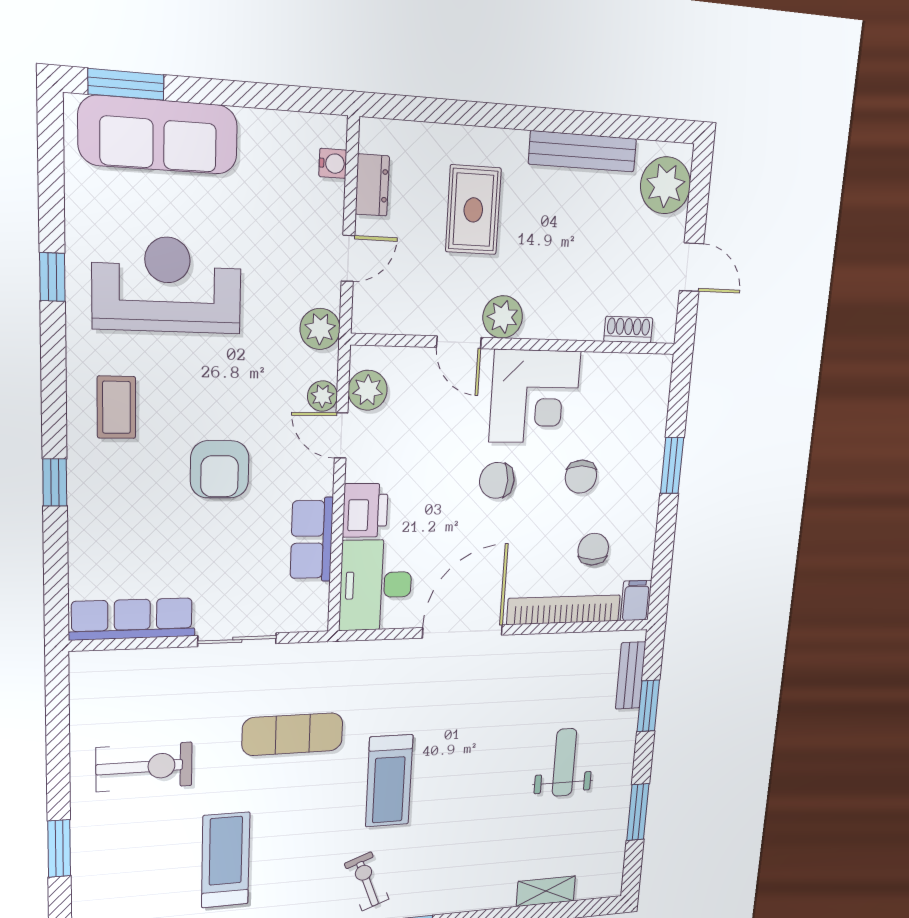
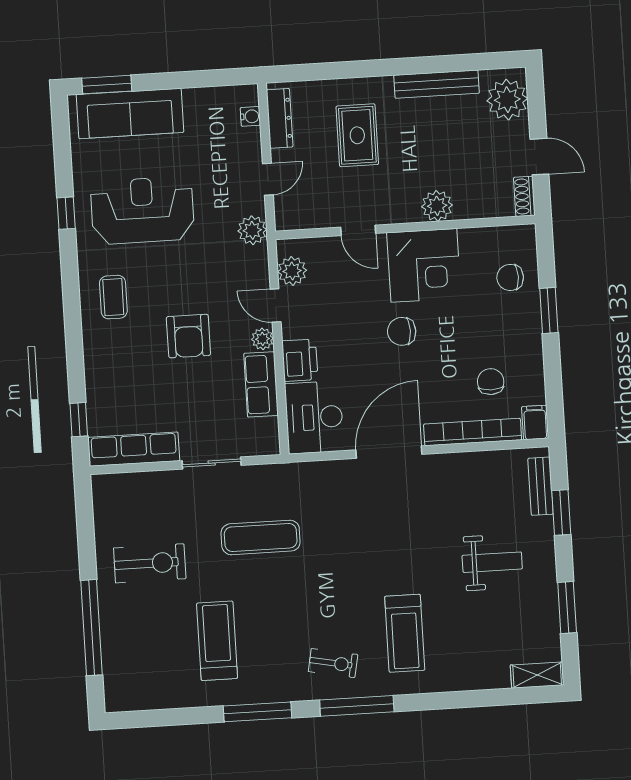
dresser: (372, 185) -> (280, 118), width x1.44
plant: (503, 317) -> (437, 206), moved
shoe rack: (628, 330) -> (524, 196), moved, turned -90
plant: (322, 396) -> (262, 339), moved
chair: (581, 477) -> (510, 277), moved, turned 90
window: (55, 482) -> (79, 420), moved
weight bench: (564, 762) -> (492, 562), turned 90
treadmill: (389, 781) -> (405, 633), moved
window: (59, 848) -> (91, 628), width x2.11
exercise bike: (367, 881) -> (333, 663), turned 122
shelving: (546, 891) -> (537, 675), moved

